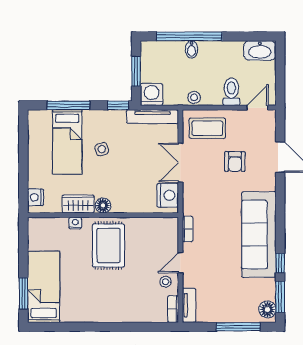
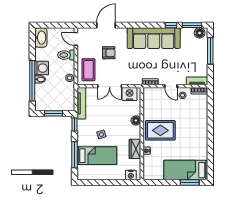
washing machine: (151, 94) -> (42, 68), moved, turned 180
floor lamp: (103, 206) -> (136, 120), moved

